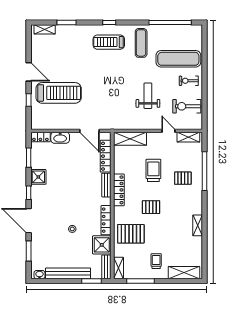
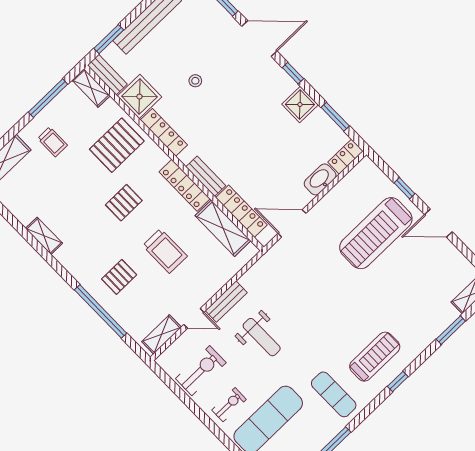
bench: (148, 125) -> (226, 302), added
shelving: (130, 139) -> (223, 228), moved, turned 90

